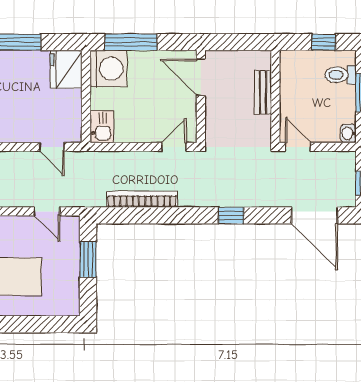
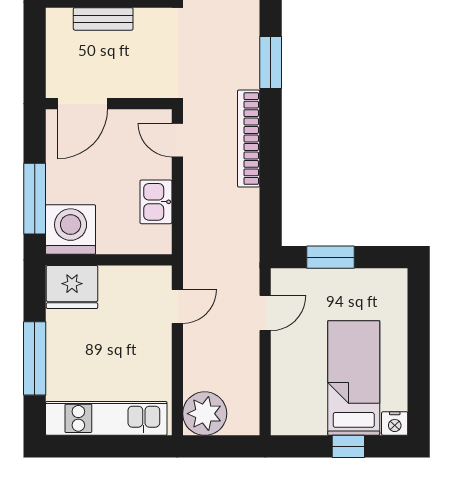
kitchen sink: (102, 127) -> (156, 202), moved, turned -90
bookcase: (142, 199) -> (249, 139), moved
window: (231, 215) -> (271, 62), width x1.50

